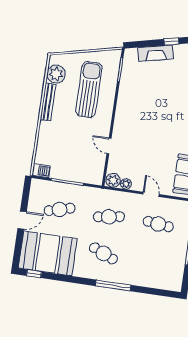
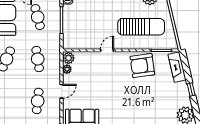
fireplace: (156, 53) -> (177, 67), moved
armchair: (135, 95) -> (142, 66), added
door: (109, 146) -> (107, 50), moved

